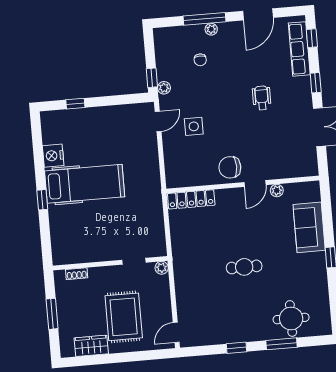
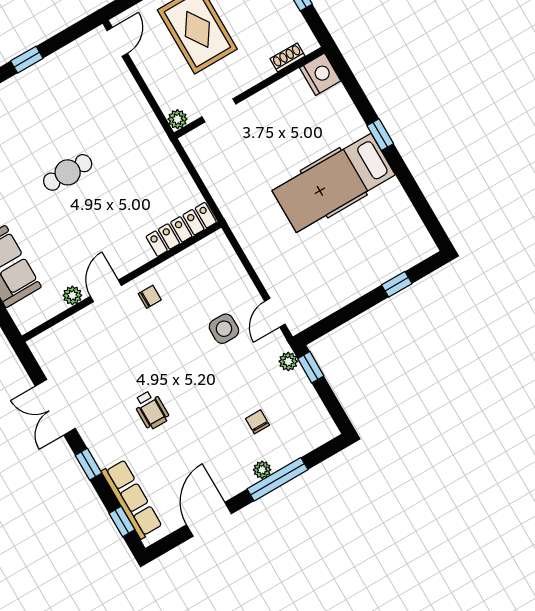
nightstand: (53, 156) -> (320, 74), moved
chair: (230, 167) -> (150, 297), width x0.54, depth x0.54

